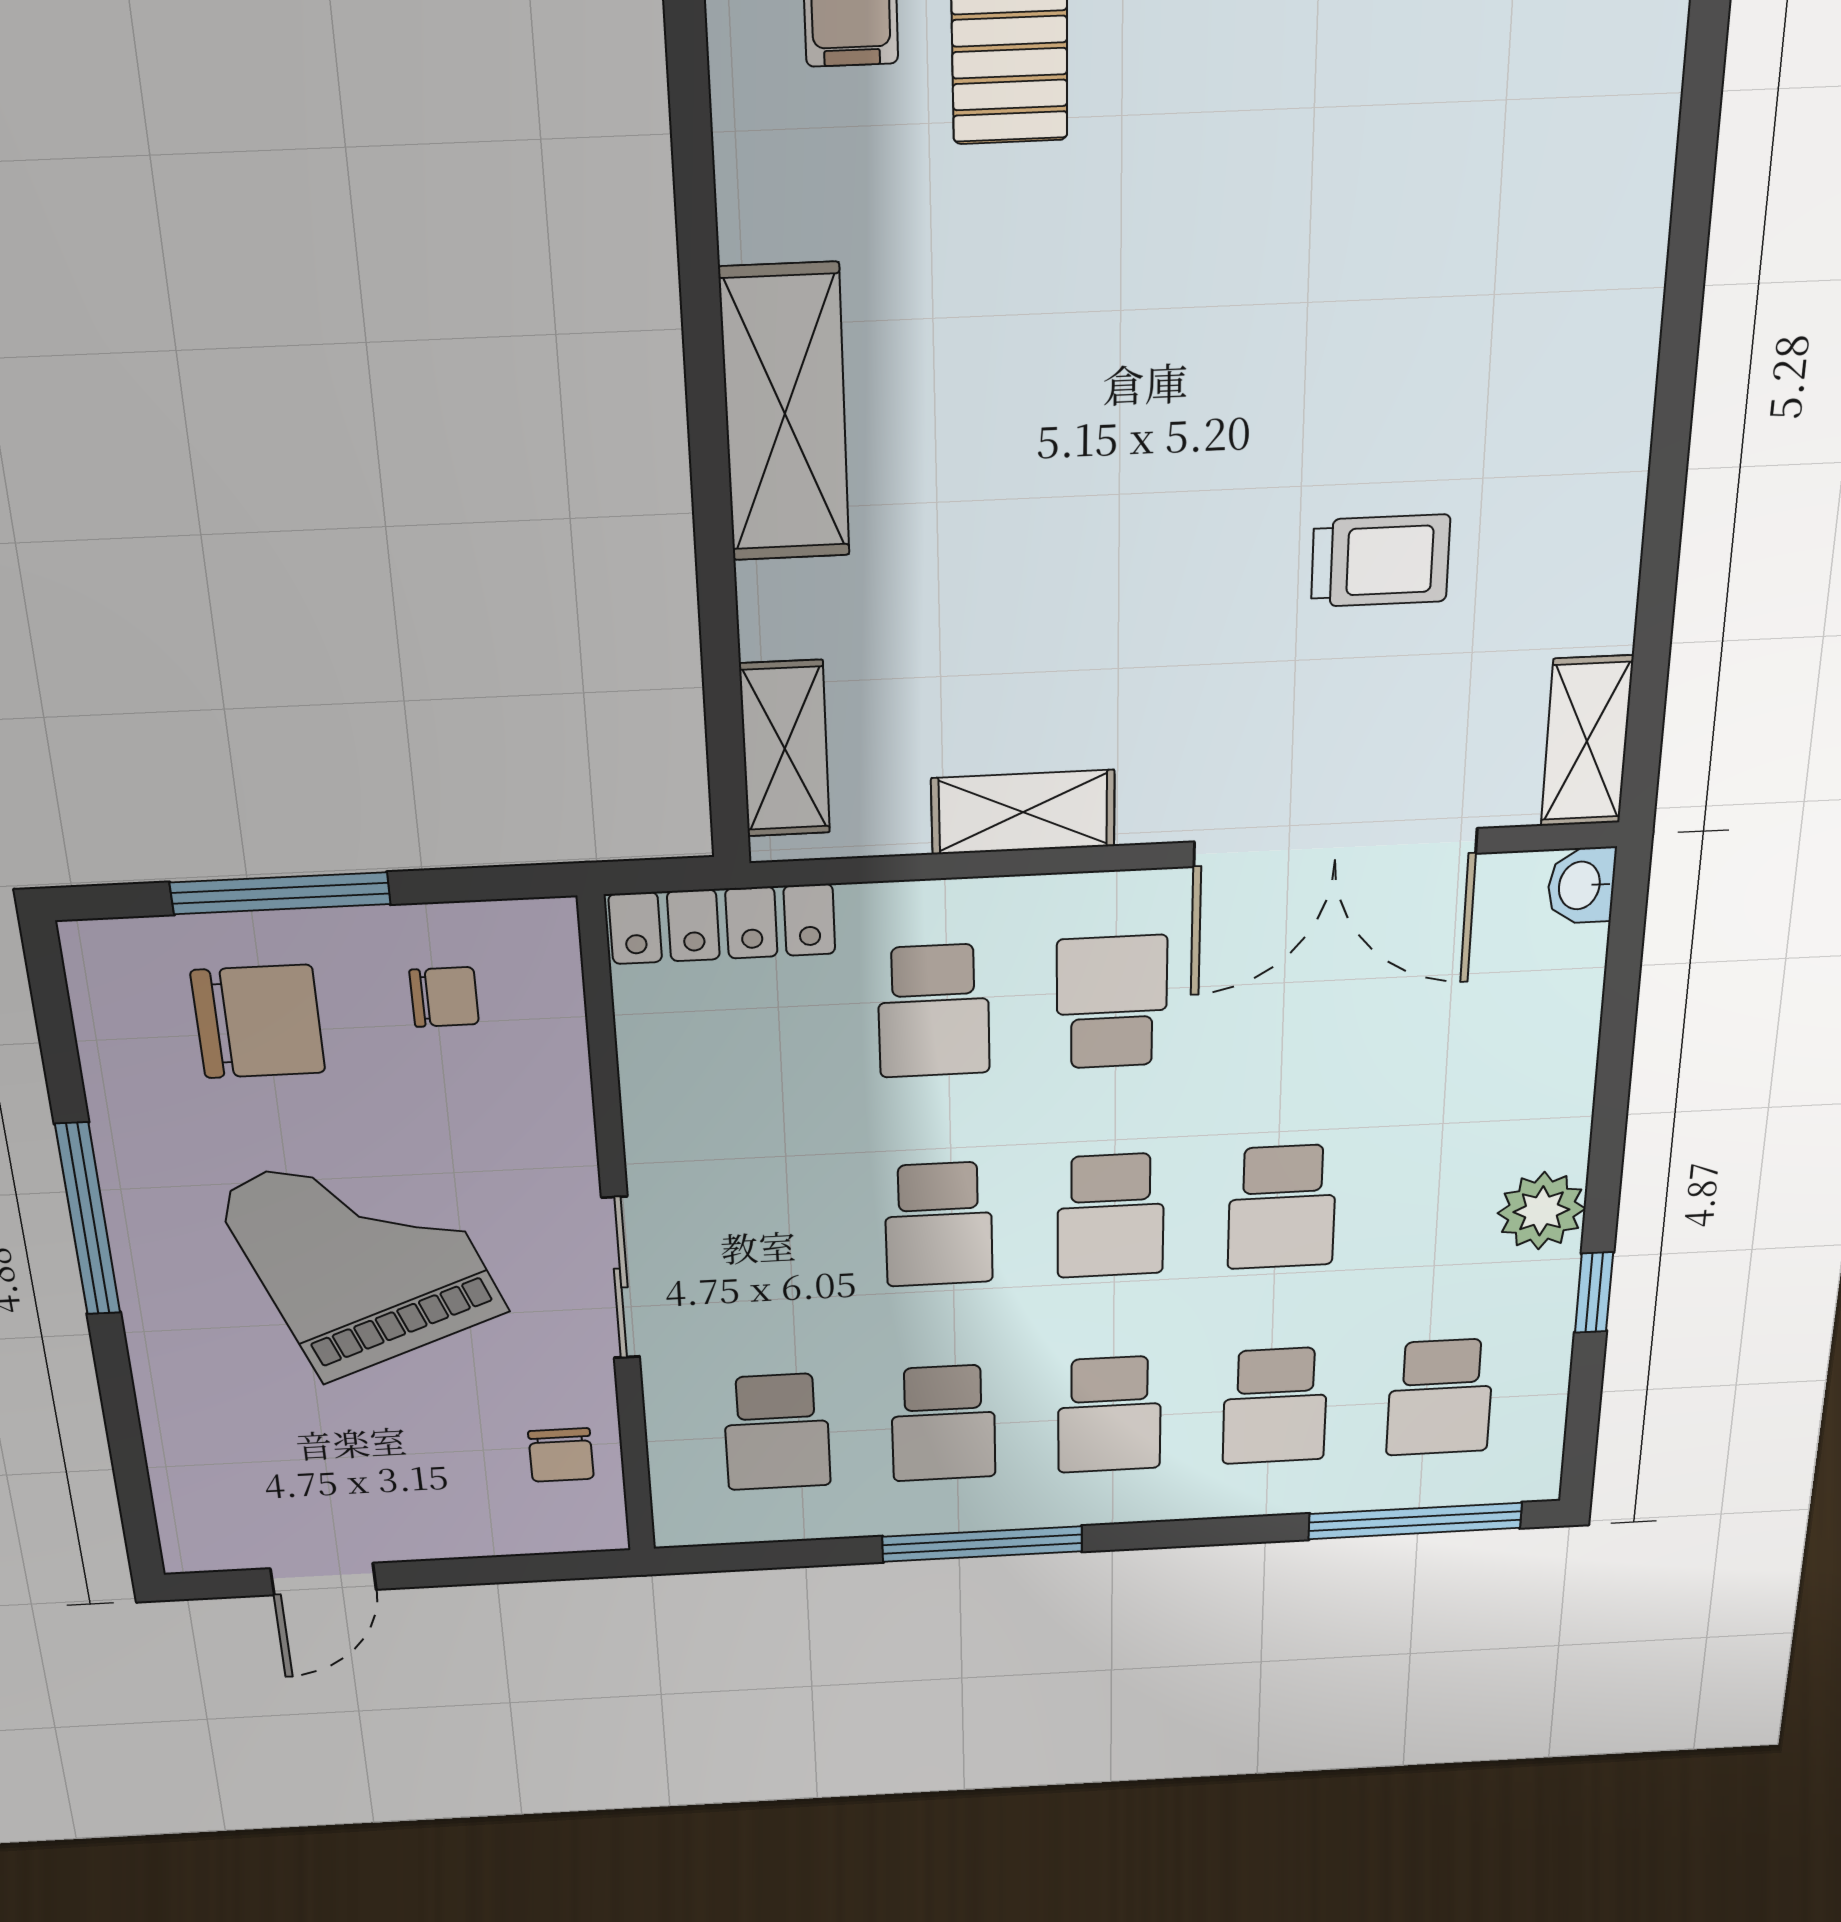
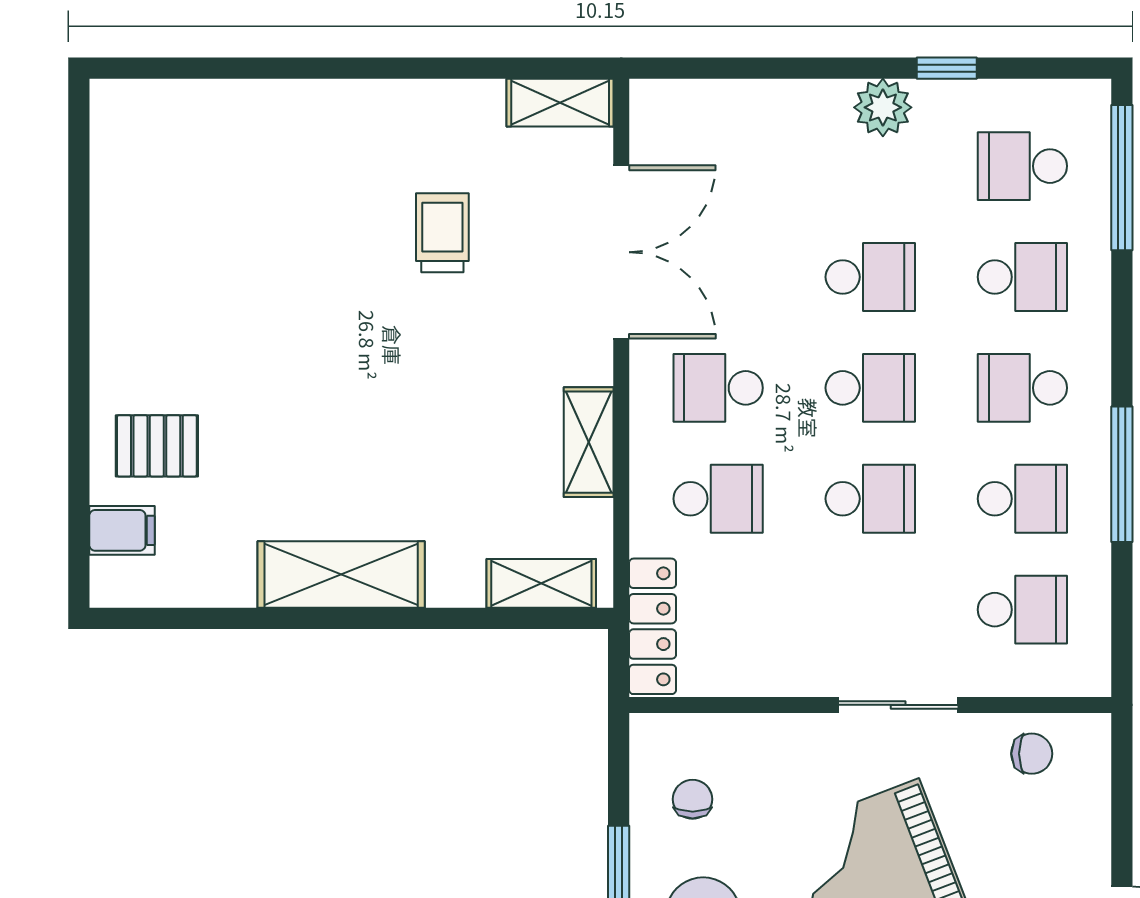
washbasin: (1581, 885) -> (654, 99), removed
school desk: (1440, 1397) -> (1022, 166), turned 180
school desk: (1109, 1414) -> (1022, 388), turned 180

